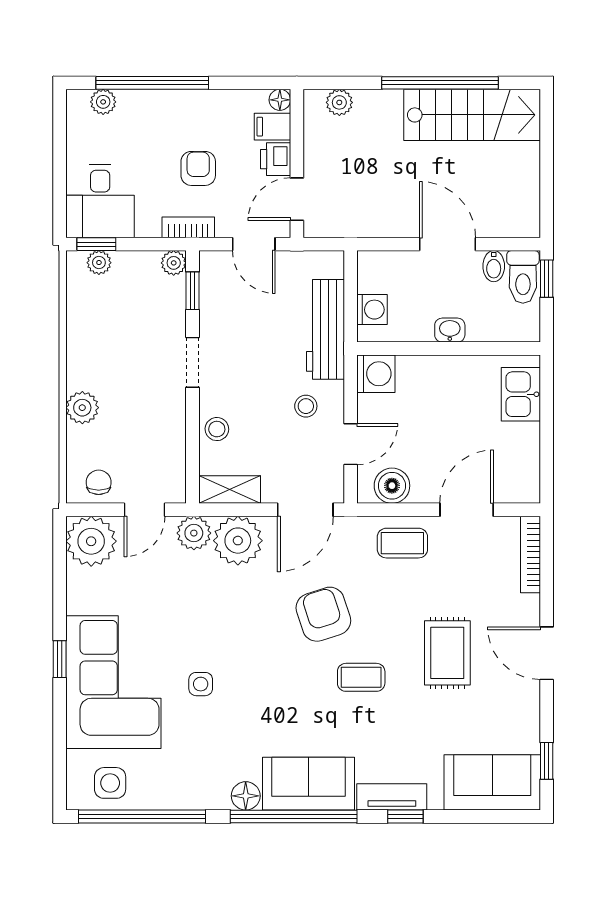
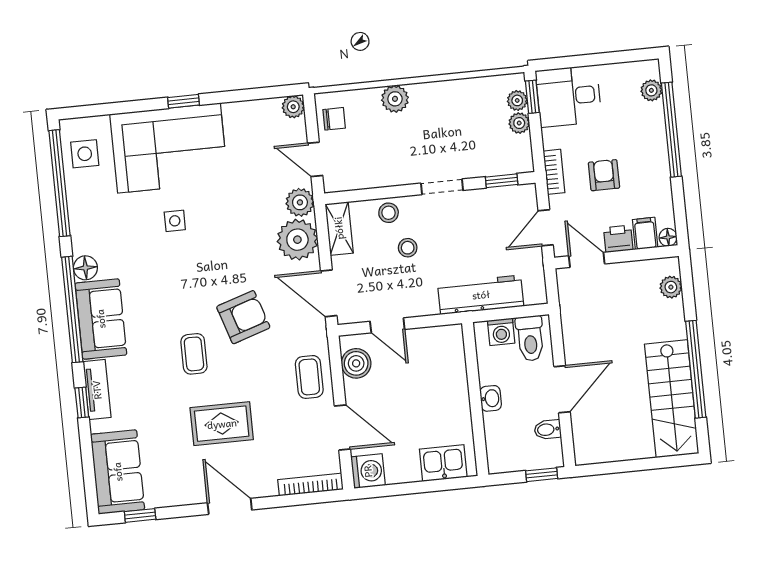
armchair: (198, 168) -> (604, 175), turned -90
plant: (174, 263) -> (519, 123), moved
toilet: (523, 277) -> (530, 338), moved, turned -90
washing machine: (376, 374) -> (368, 471), moved, turned -90
stool: (306, 406) -> (408, 248), moved
plant: (91, 541) -> (293, 107), width x0.53, depth x0.53
door: (547, 653) -> (230, 506), hinge flipped

